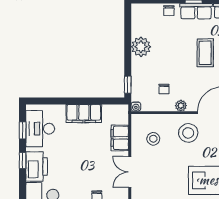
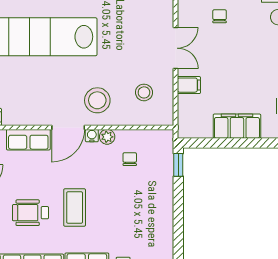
plant: (141, 47) -> (161, 216), removed
water cooler: (136, 107) -> (92, 136), moved
filing cabinet: (120, 138) -> (189, 85), width x0.50

